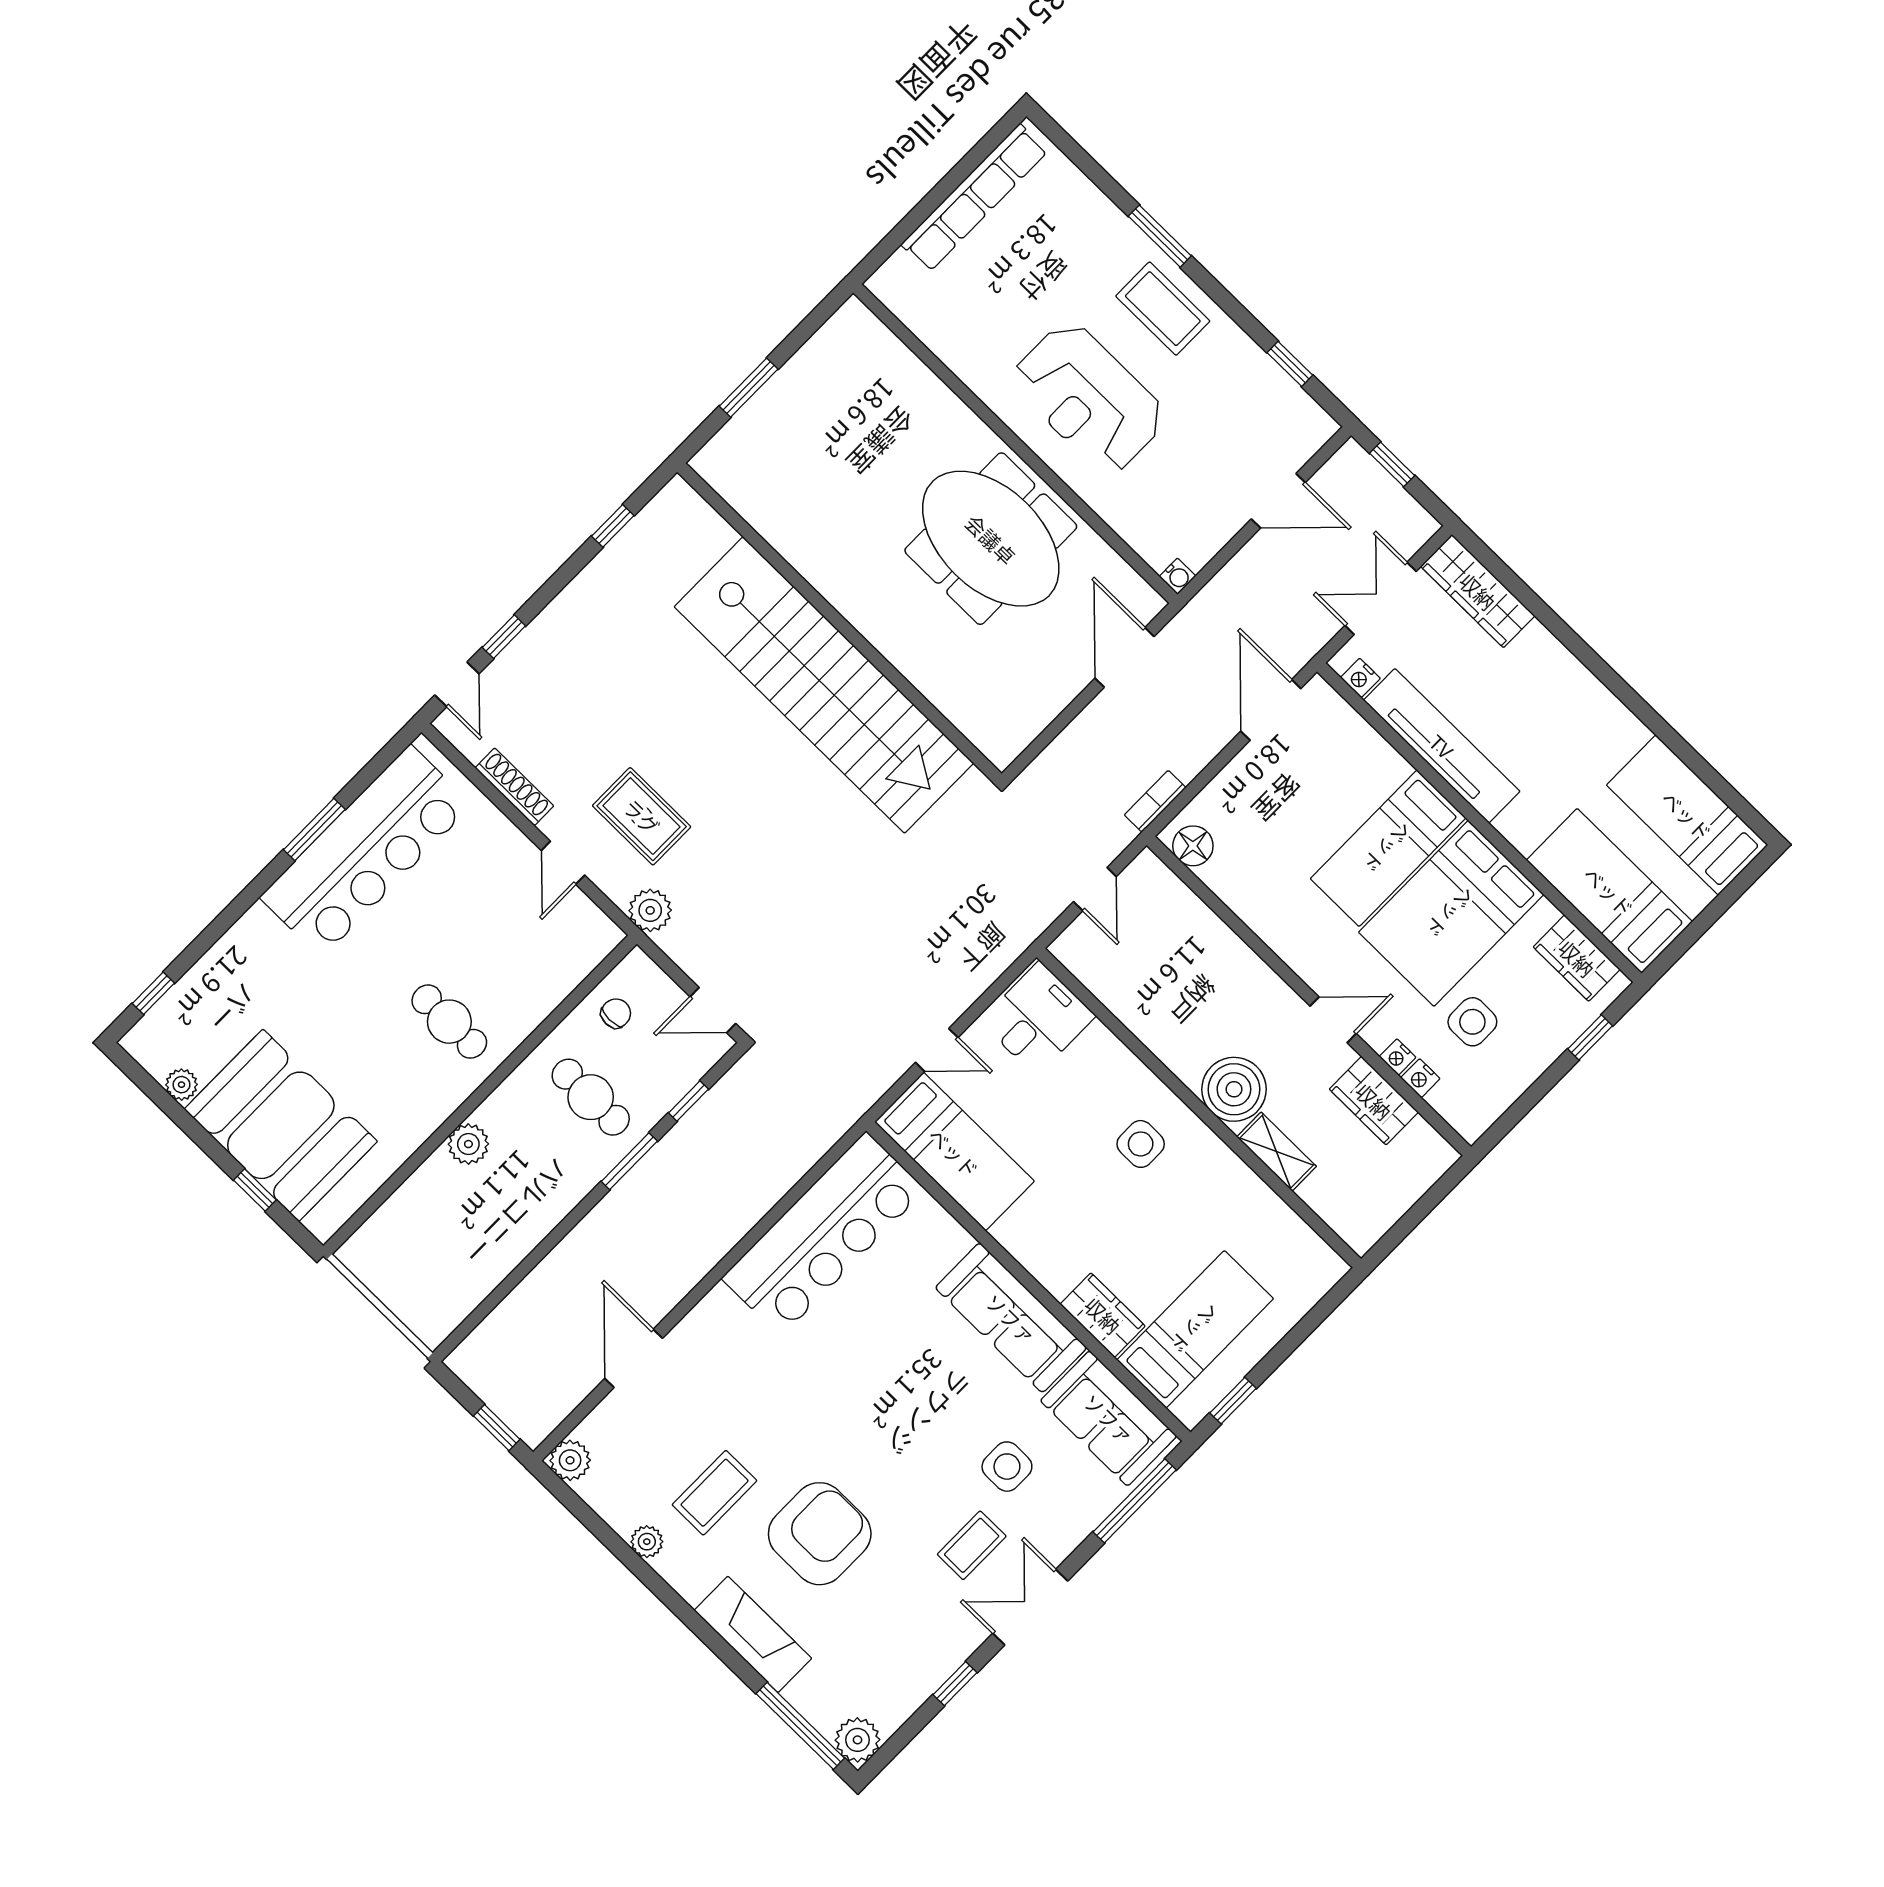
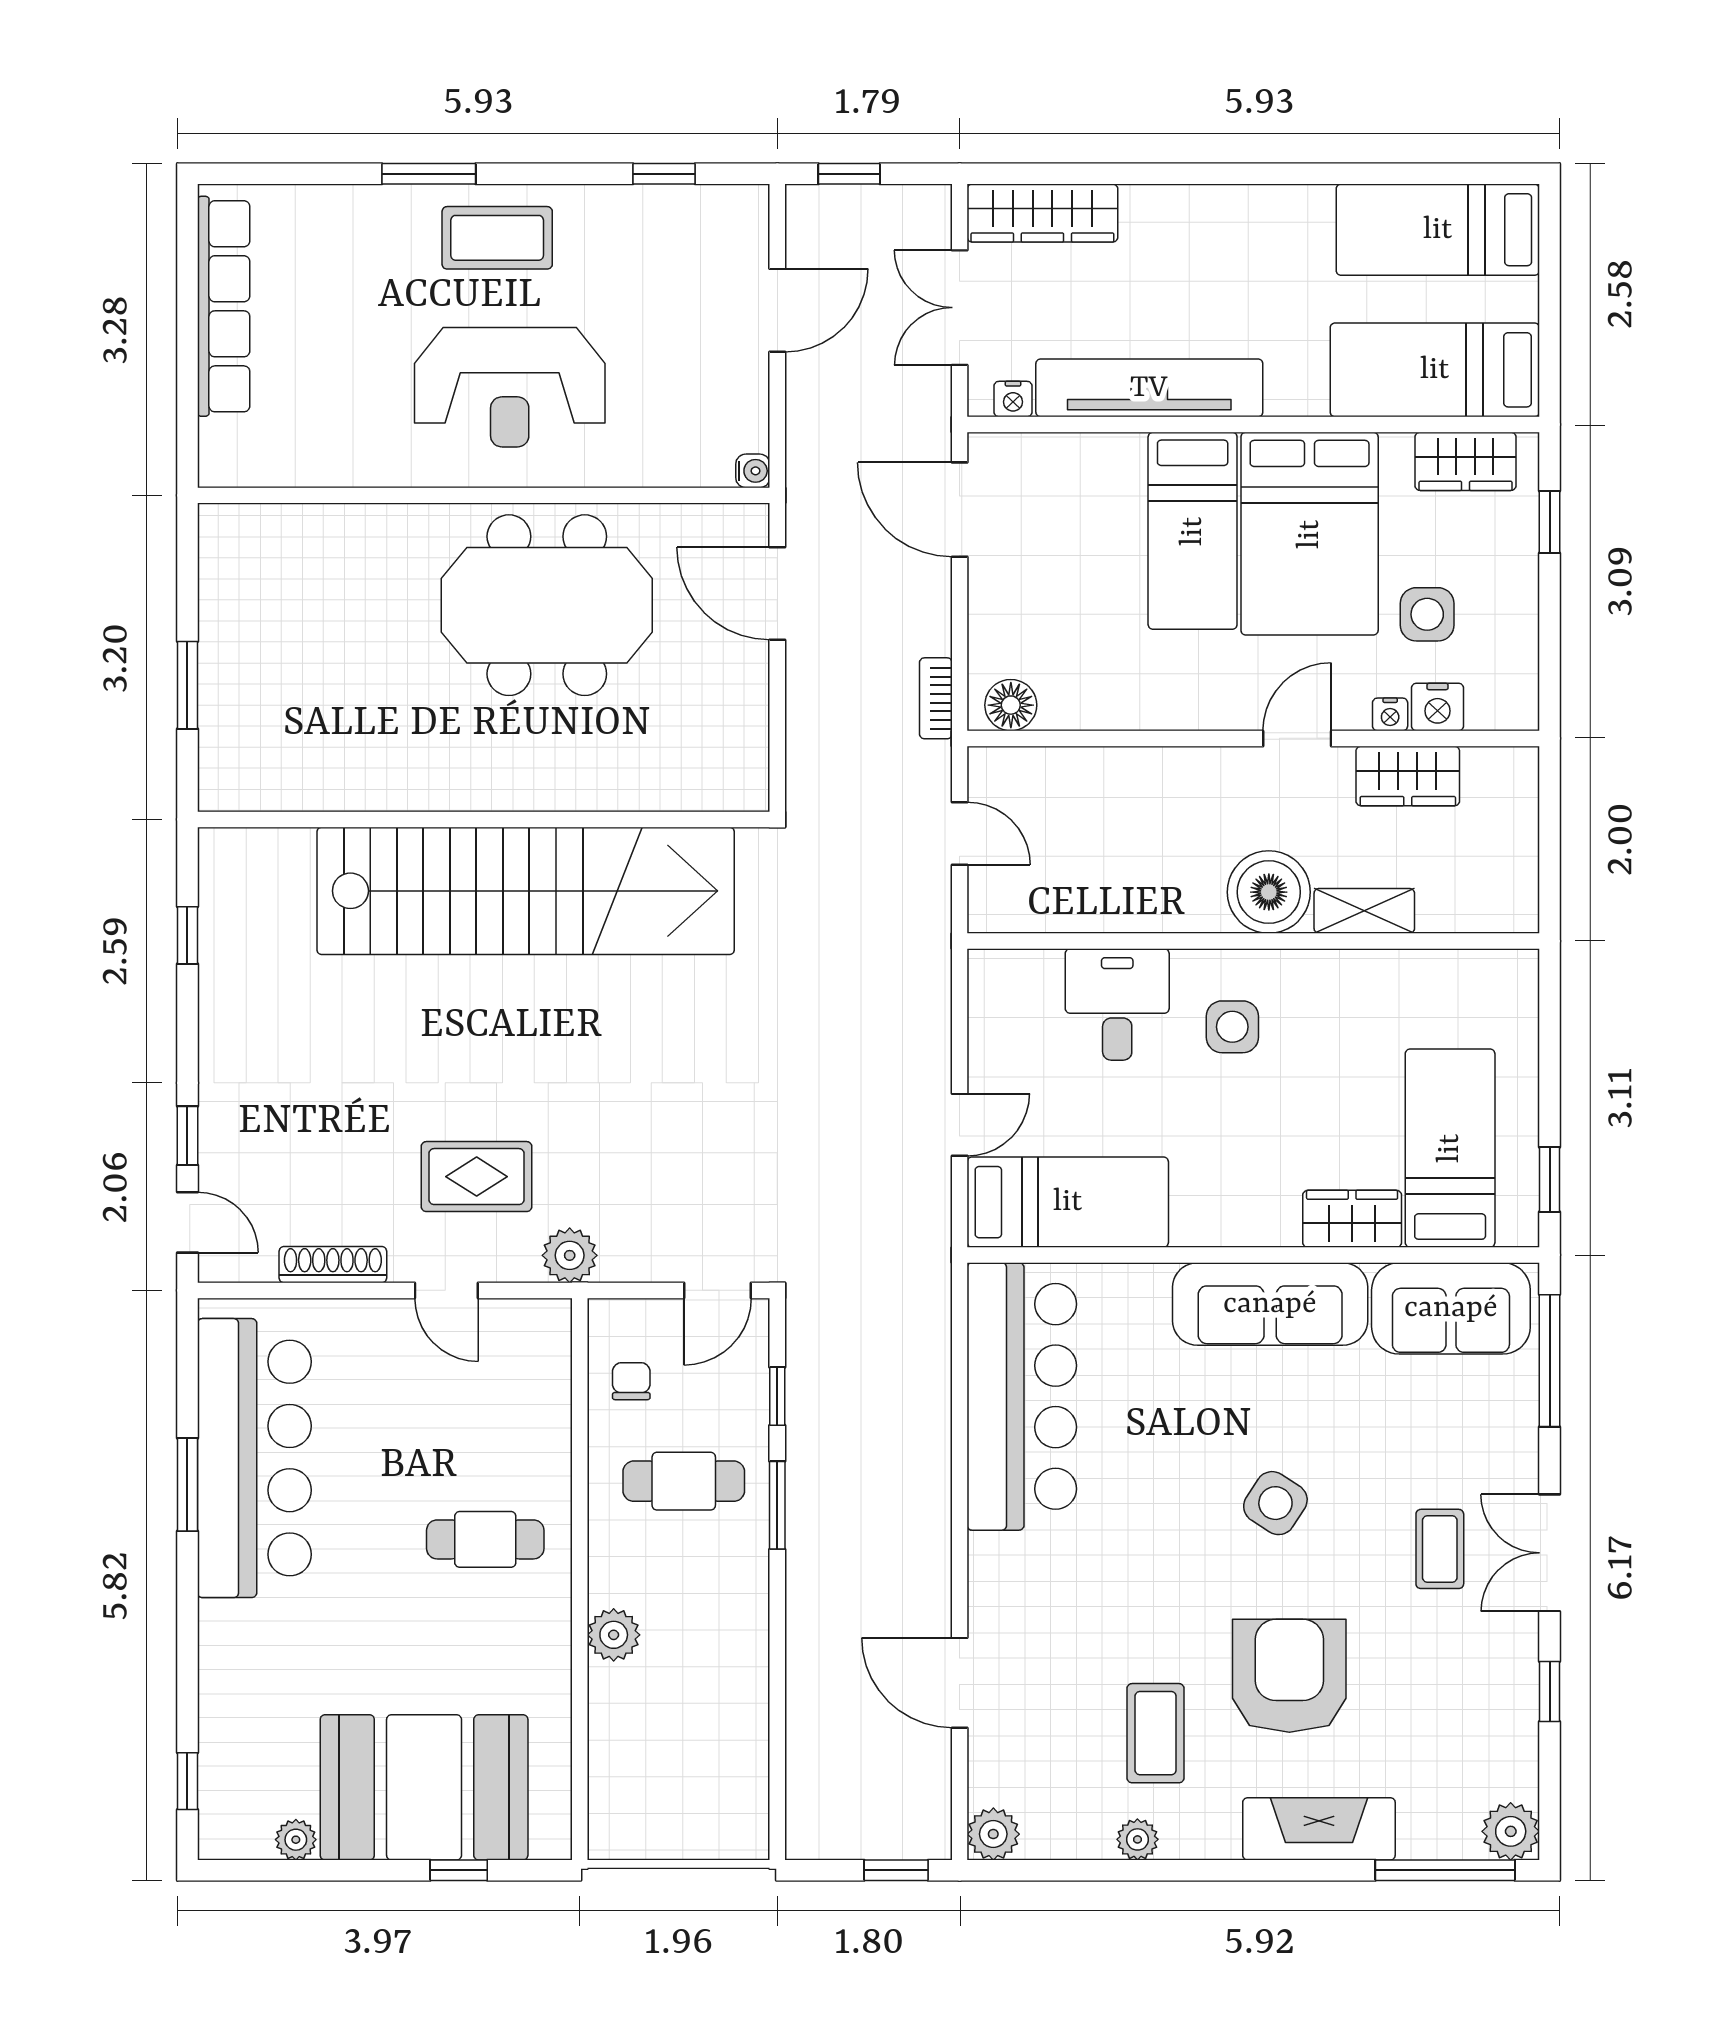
desk: (1038, 1019) -> (1117, 1004), moved
nightstand: (1420, 1078) -> (1438, 707), width x1.39, depth x1.35
side table: (1007, 1467) -> (1275, 1503), moved, turned 33

